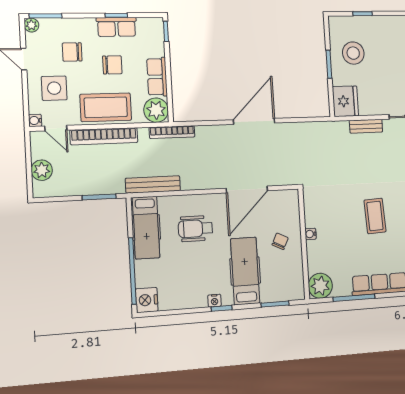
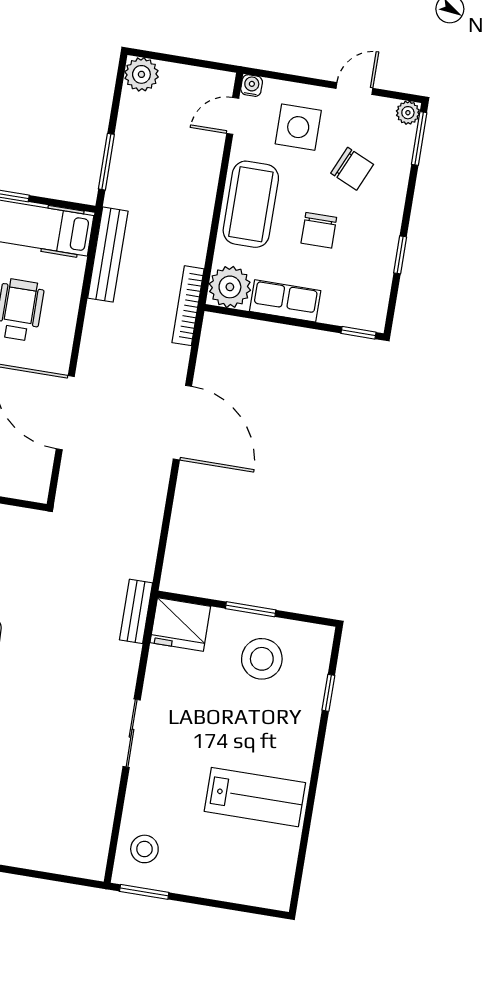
row of seats: (117, 27) -> (381, 251), removed
chair: (72, 52) -> (352, 169), turned 114
door: (254, 121) -> (182, 423), moved
bench: (366, 126) -> (136, 611), moved
bookcase: (104, 136) -> (204, 191), removed
plant: (42, 170) -> (141, 74), moved

